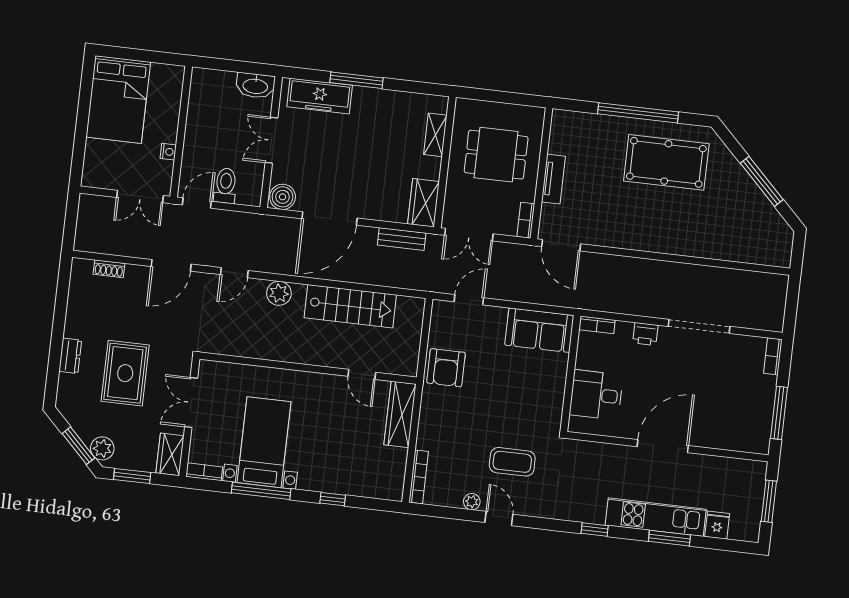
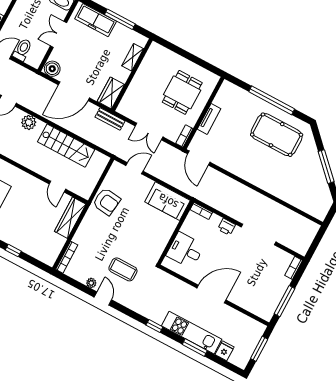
shelving: (435, 135) -> (133, 57), moved
dining table: (496, 155) -> (182, 92), turned 90
wall: (445, 162) -> (132, 75), moved
wardrobe: (424, 203) -> (111, 93), moved
armchair: (446, 368) -> (107, 202), turned -83

